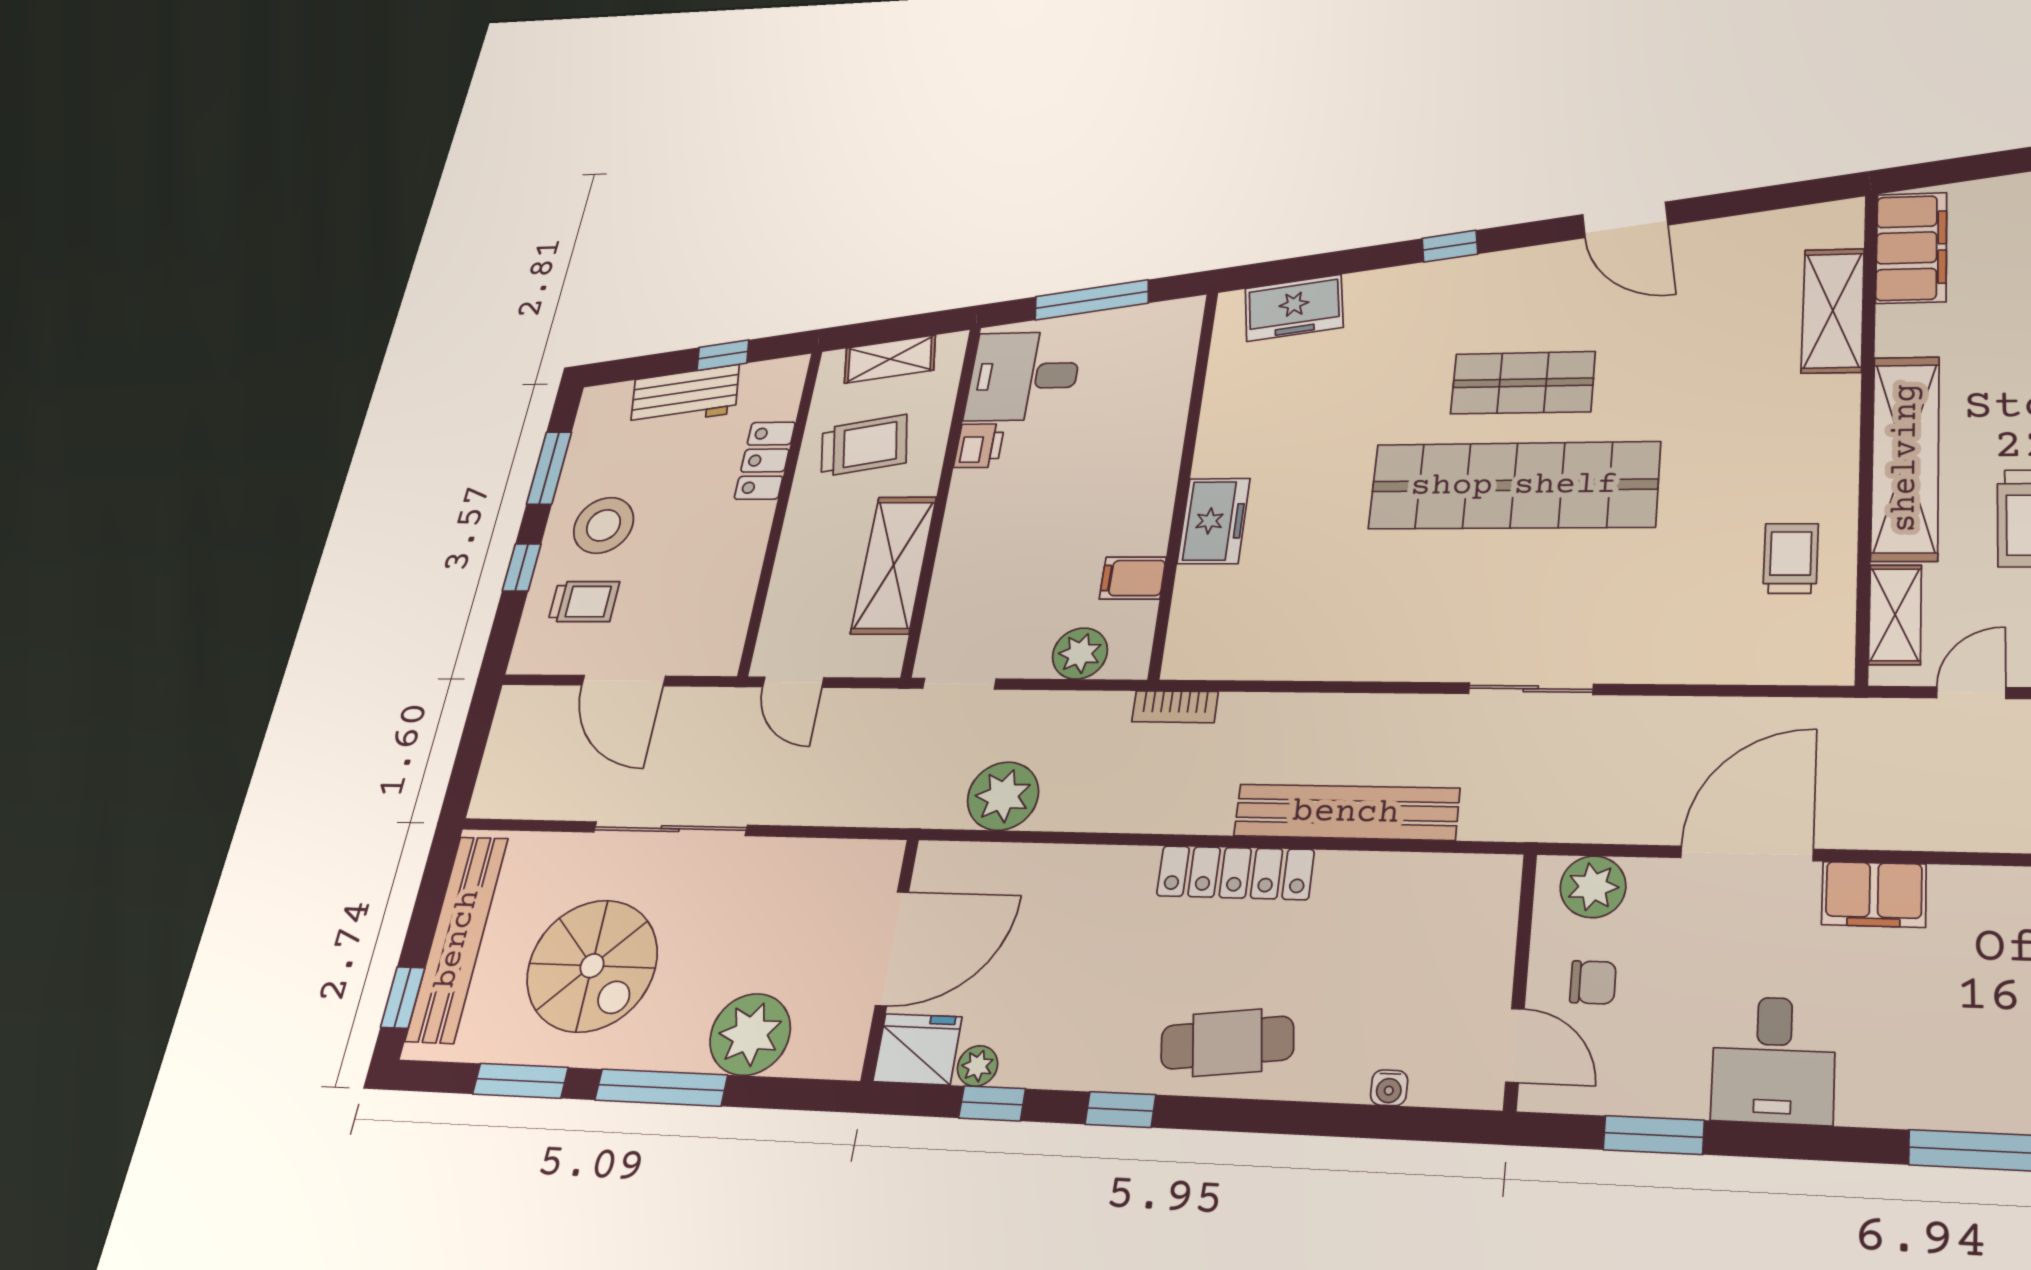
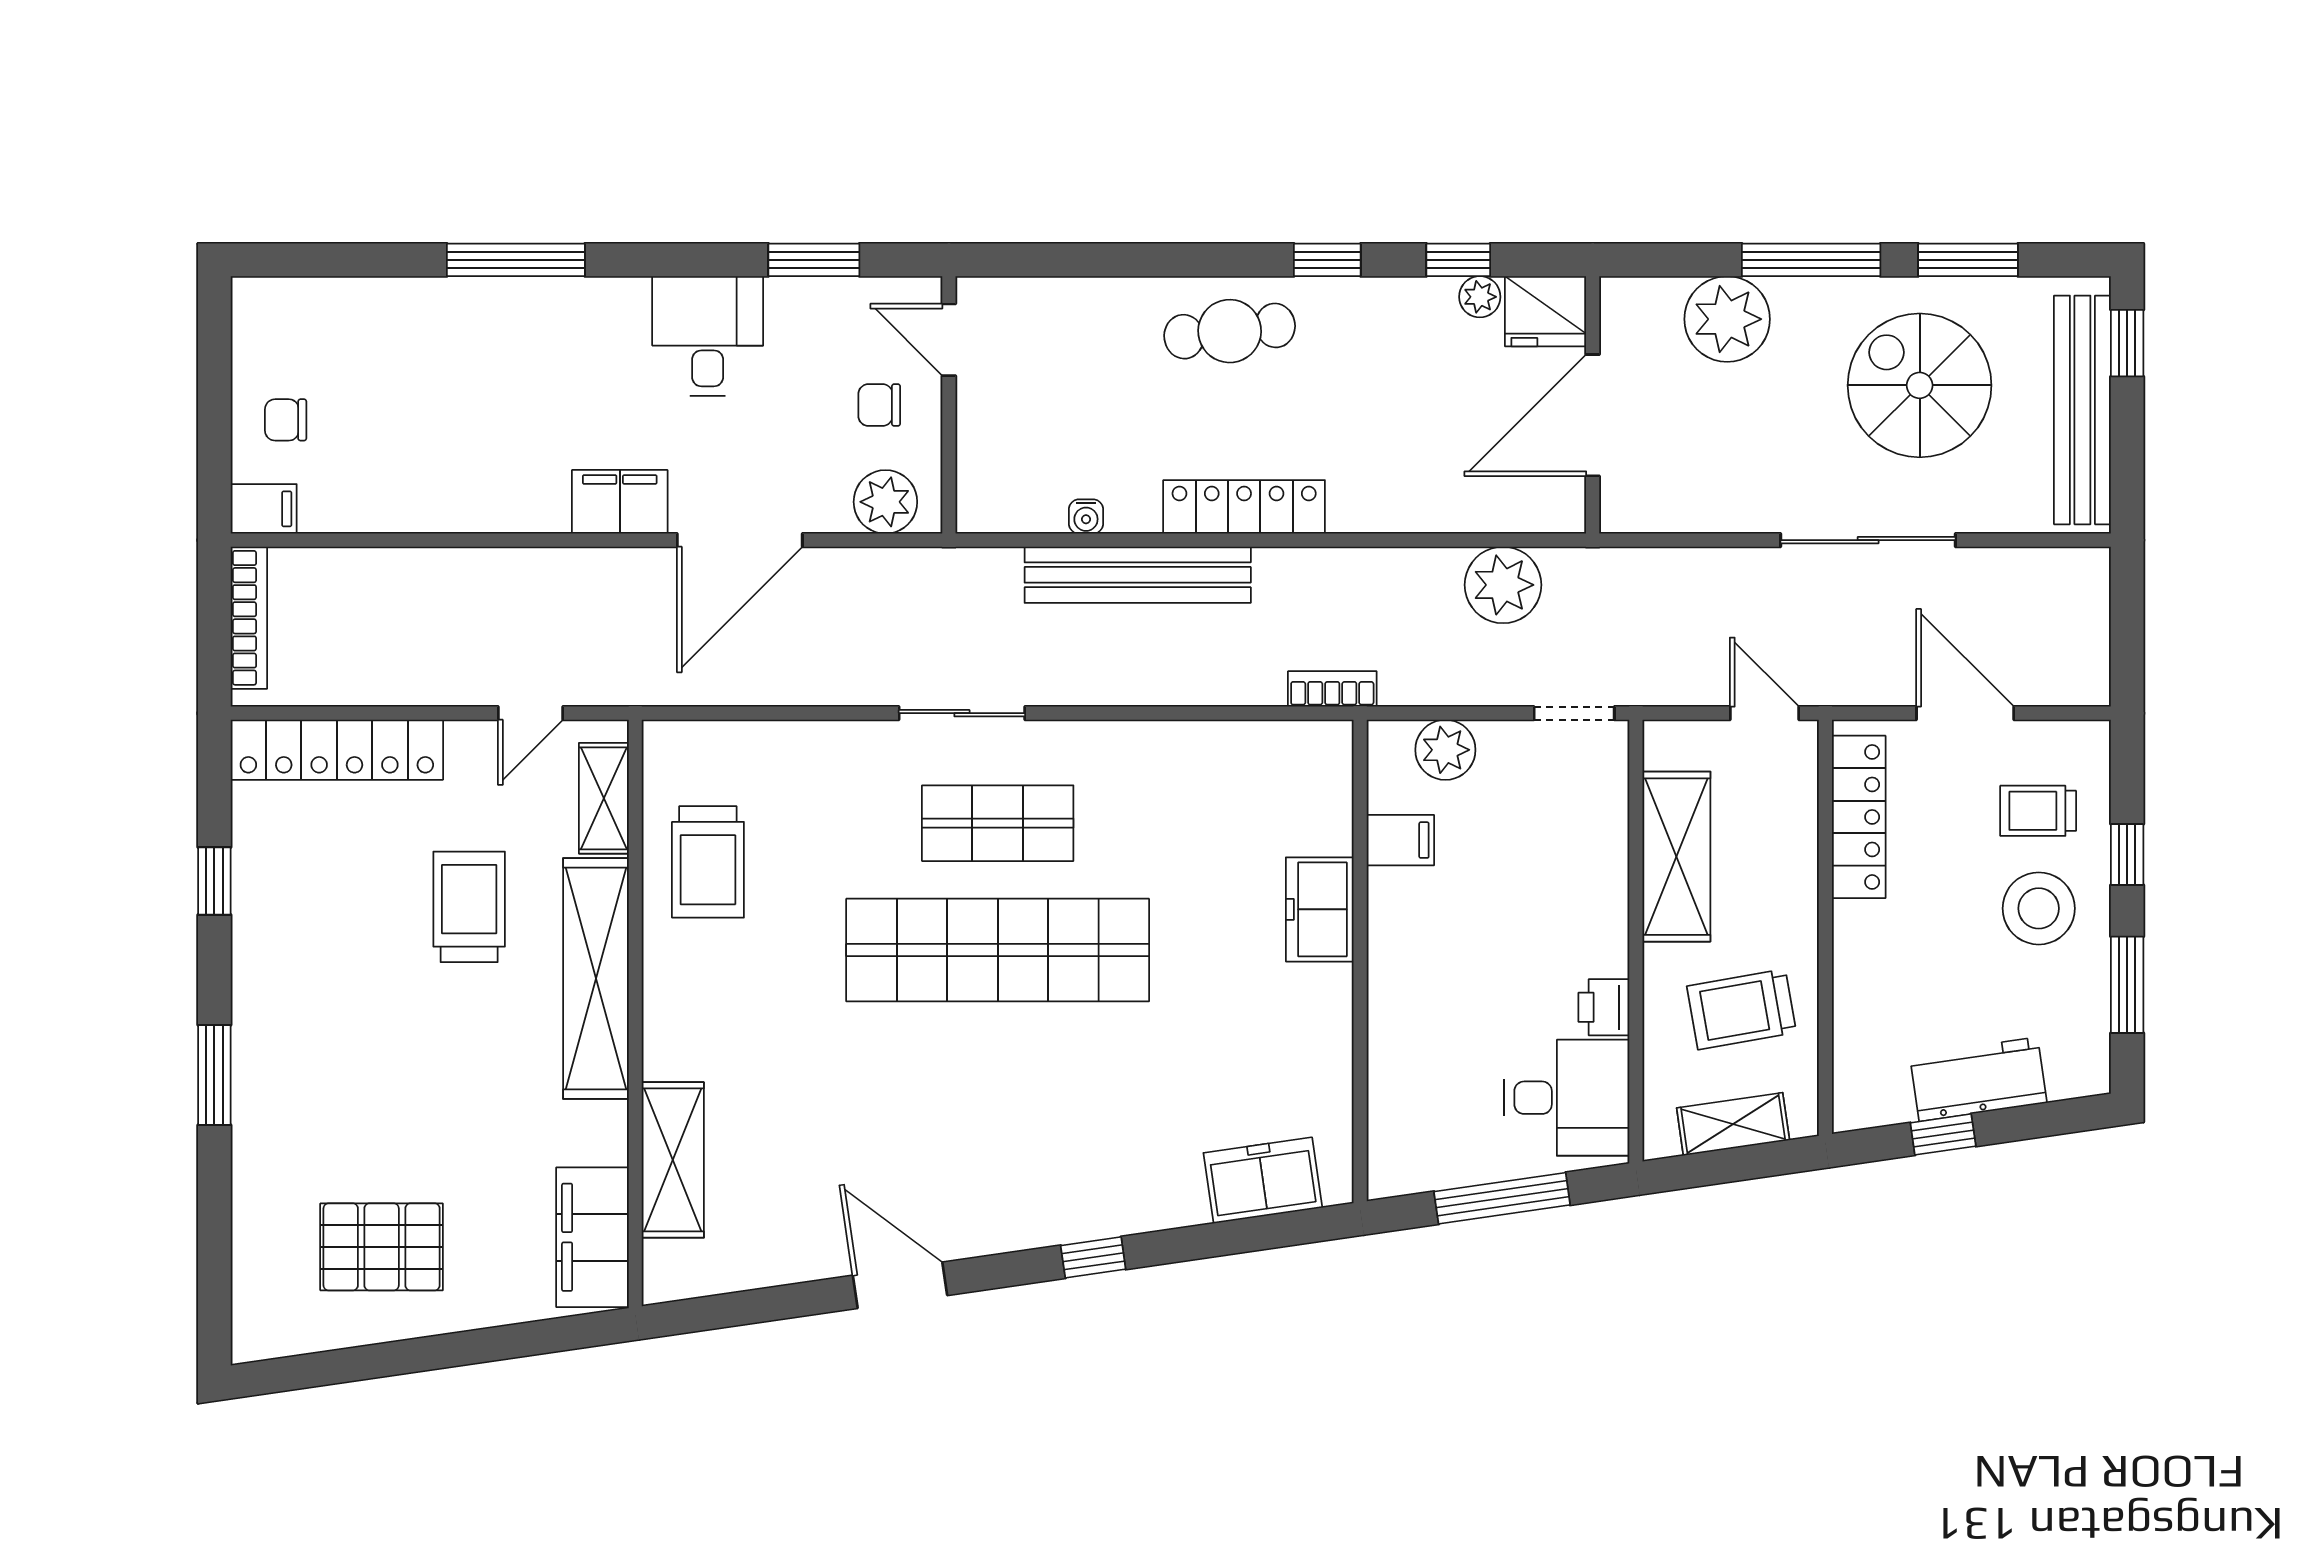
shop shelf: (1523, 383) -> (998, 823), moved
locker: (765, 460) -> (1859, 817), moved, width x1.53
trolley: (1791, 558) -> (708, 862), width x1.36, depth x1.39
water cooler: (1389, 1088) -> (1086, 516), moved, turned 180

